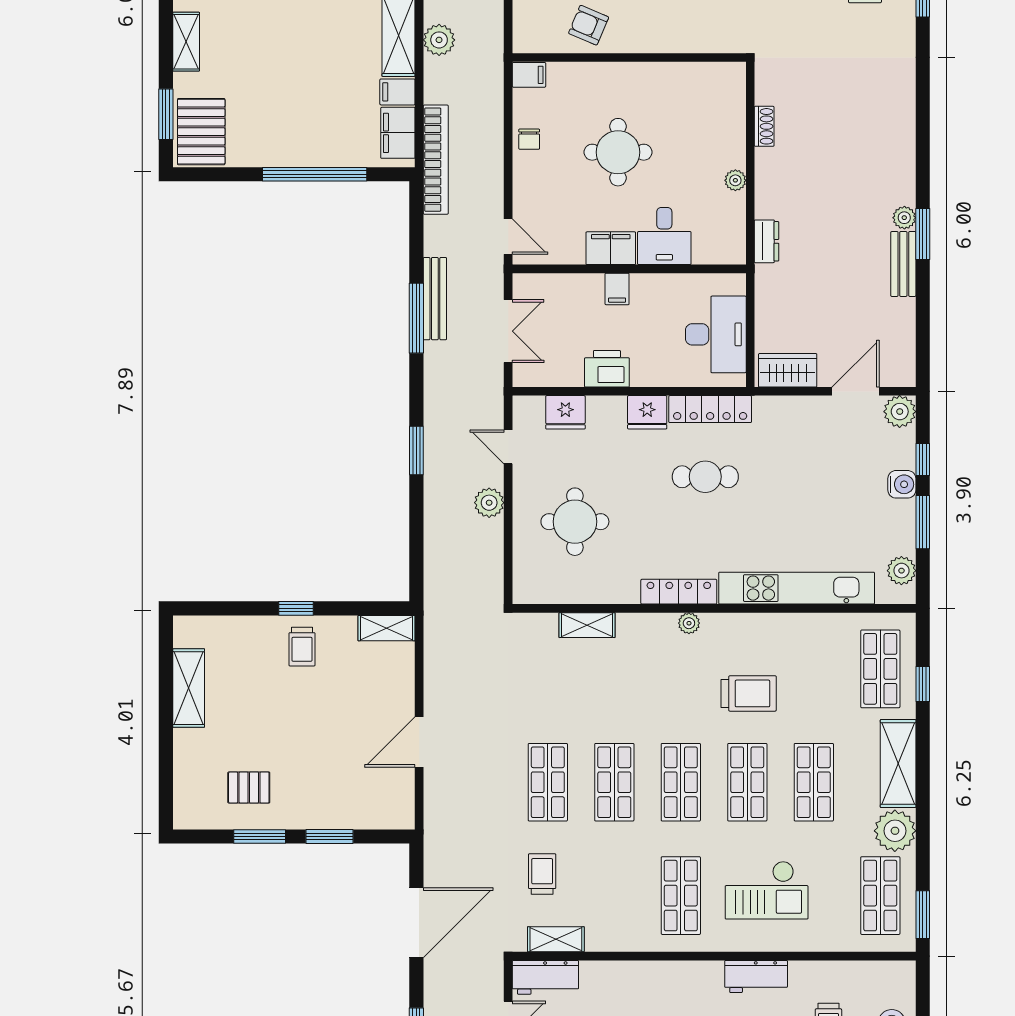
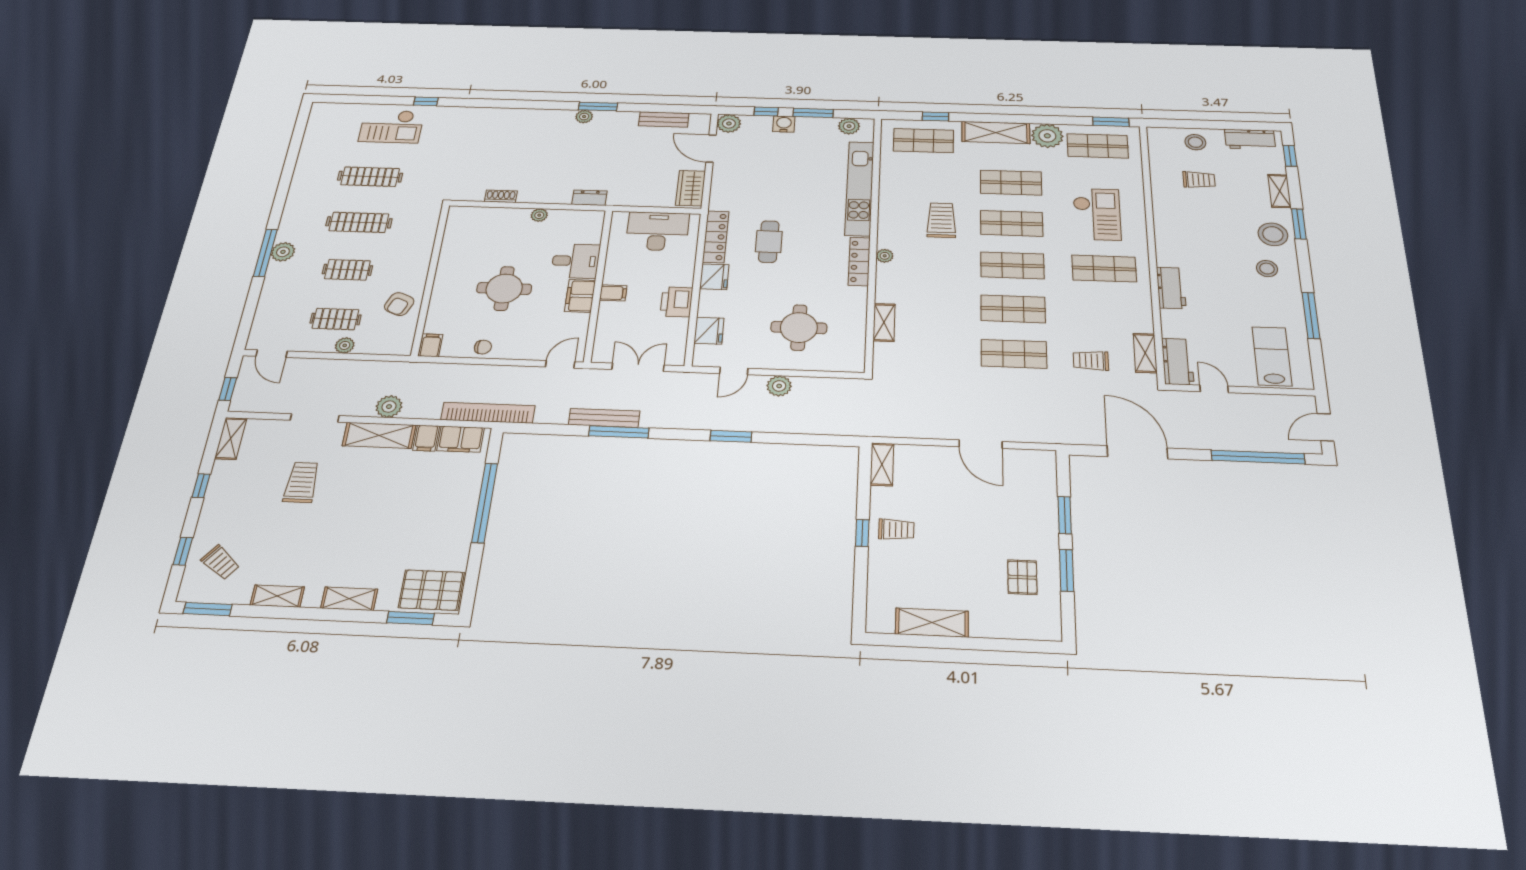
bench: (903, 264) -> (664, 119), moved
workbench: (756, 976) -> (1171, 288), moved

